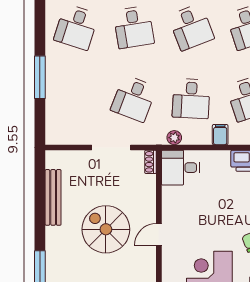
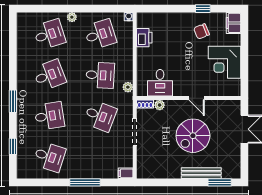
filing cabinet: (220, 135) -> (126, 173), moved
desk: (180, 168) -> (160, 83), moved
plant: (149, 182) -> (160, 105), added
bench: (53, 197) -> (201, 173), moved

